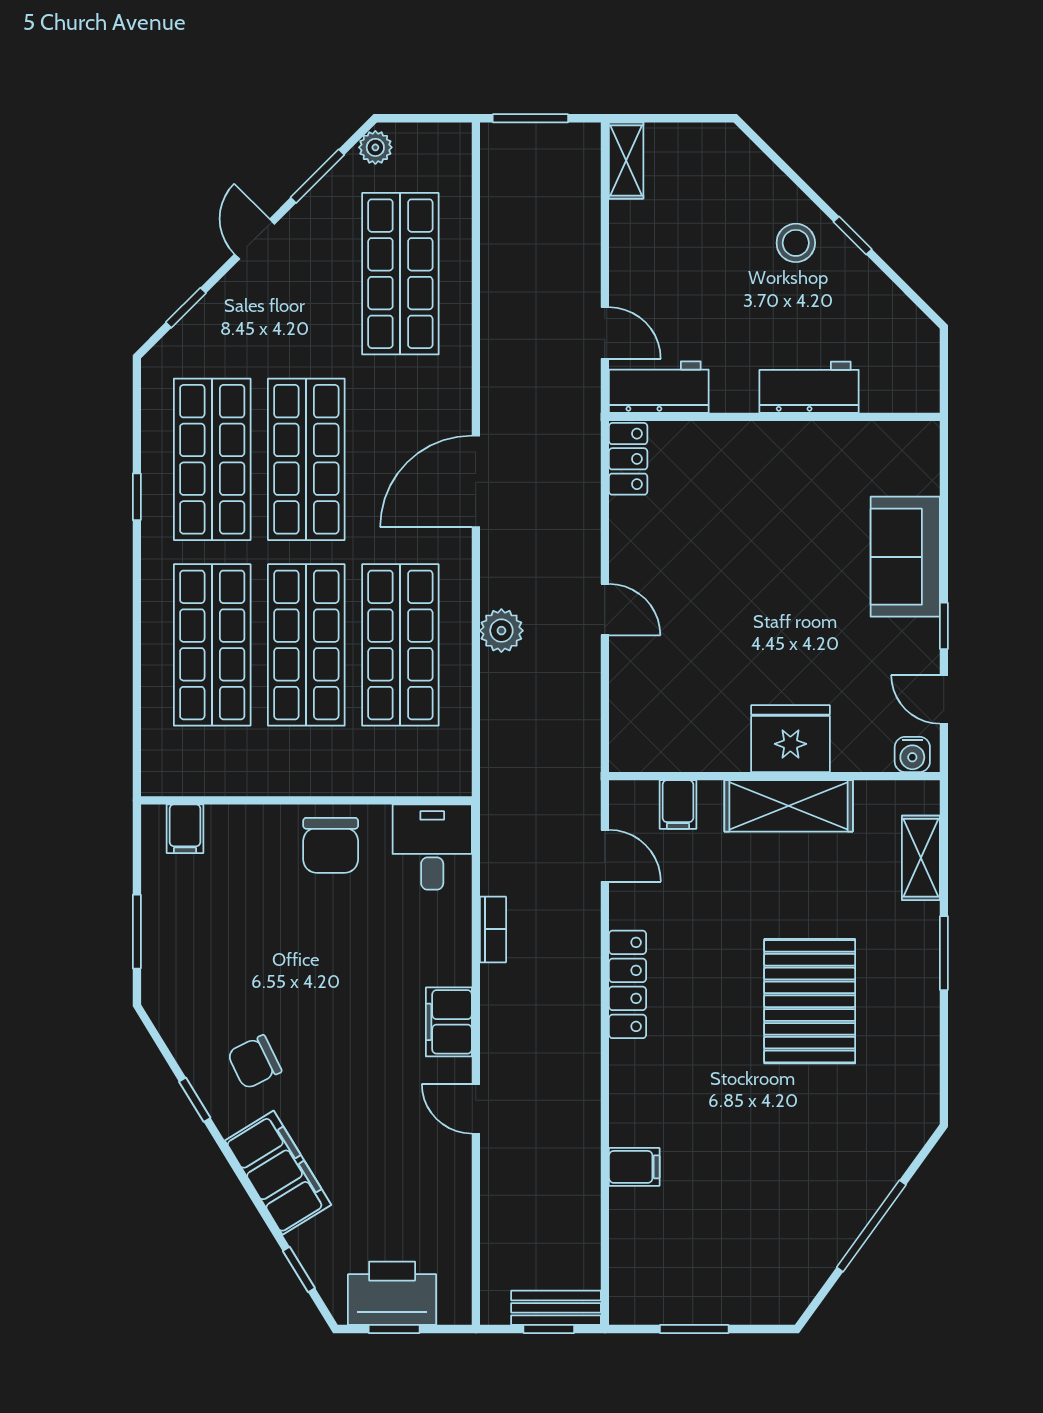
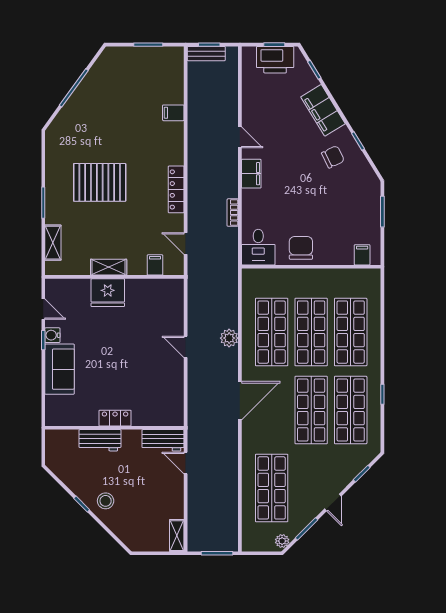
locker: (628, 459) -> (115, 418), moved, turned 90
water cooler: (912, 754) -> (52, 335), moved, turned -90
shelving: (789, 806) -> (109, 267), width x0.67, depth x0.75
pallet: (810, 1001) -> (100, 182), turned 90

